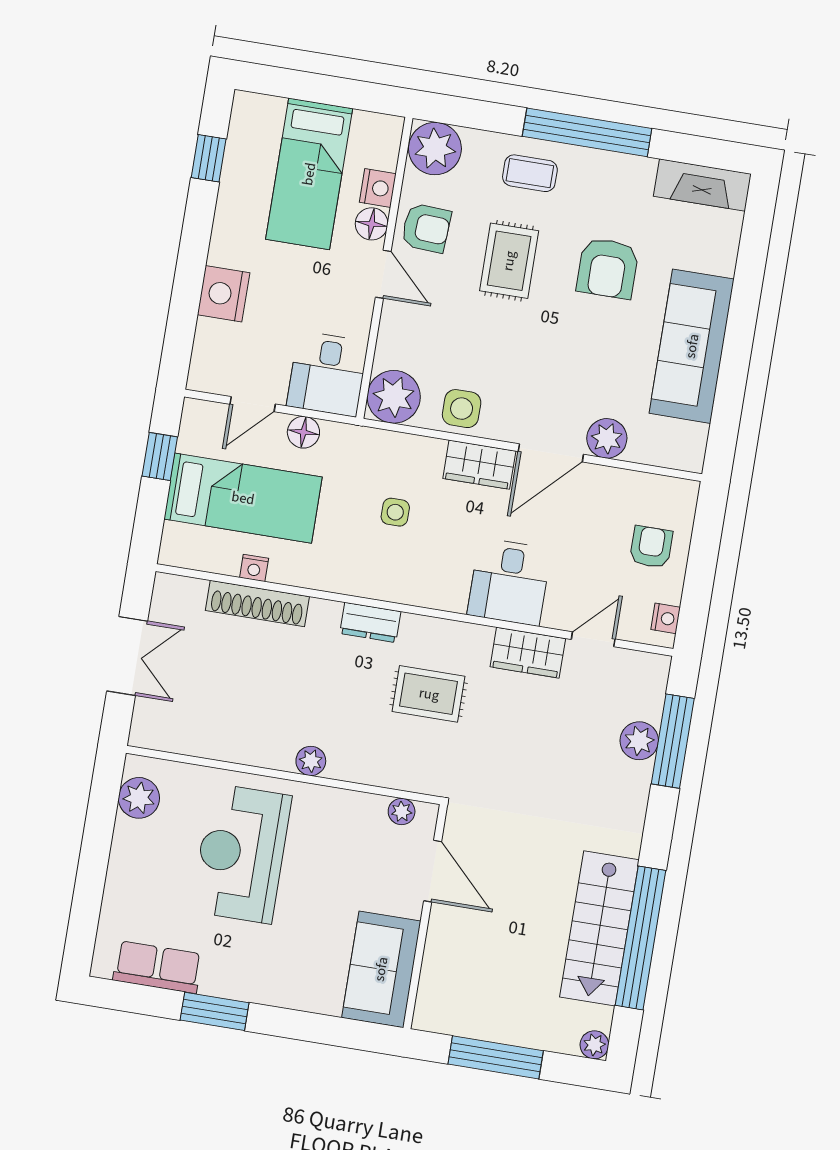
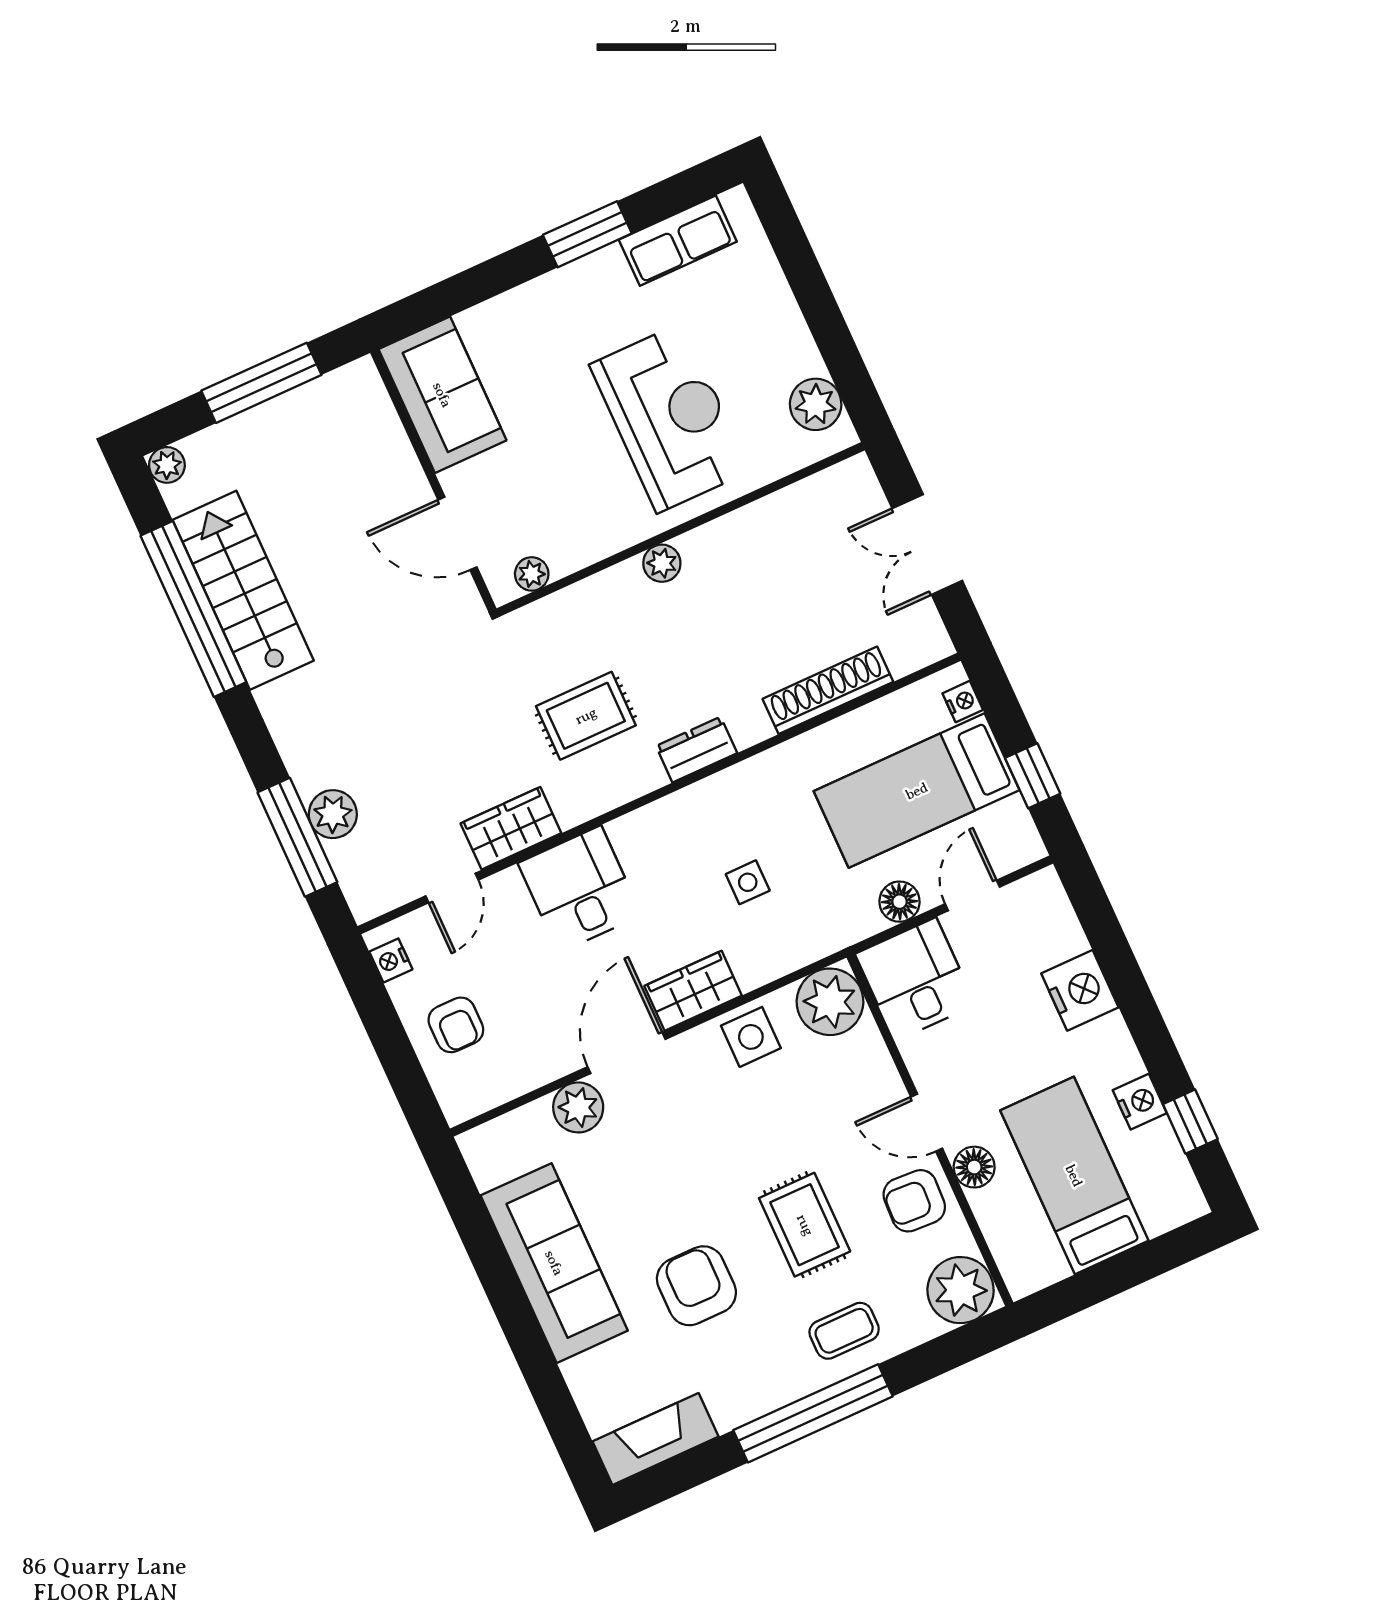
nightstand: (378, 188) -> (1140, 1102), moved, turned 180
nightstand: (254, 568) -> (963, 702), moved, turned 90

